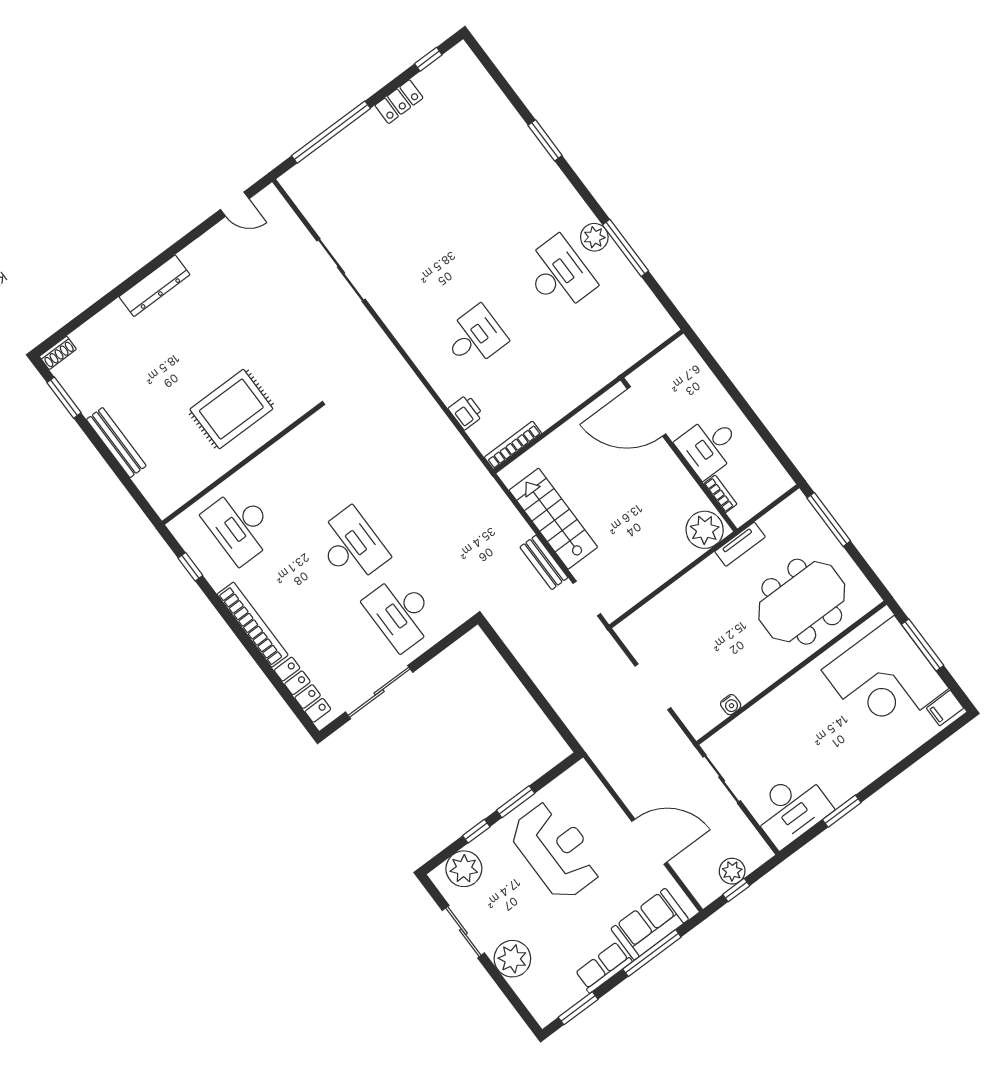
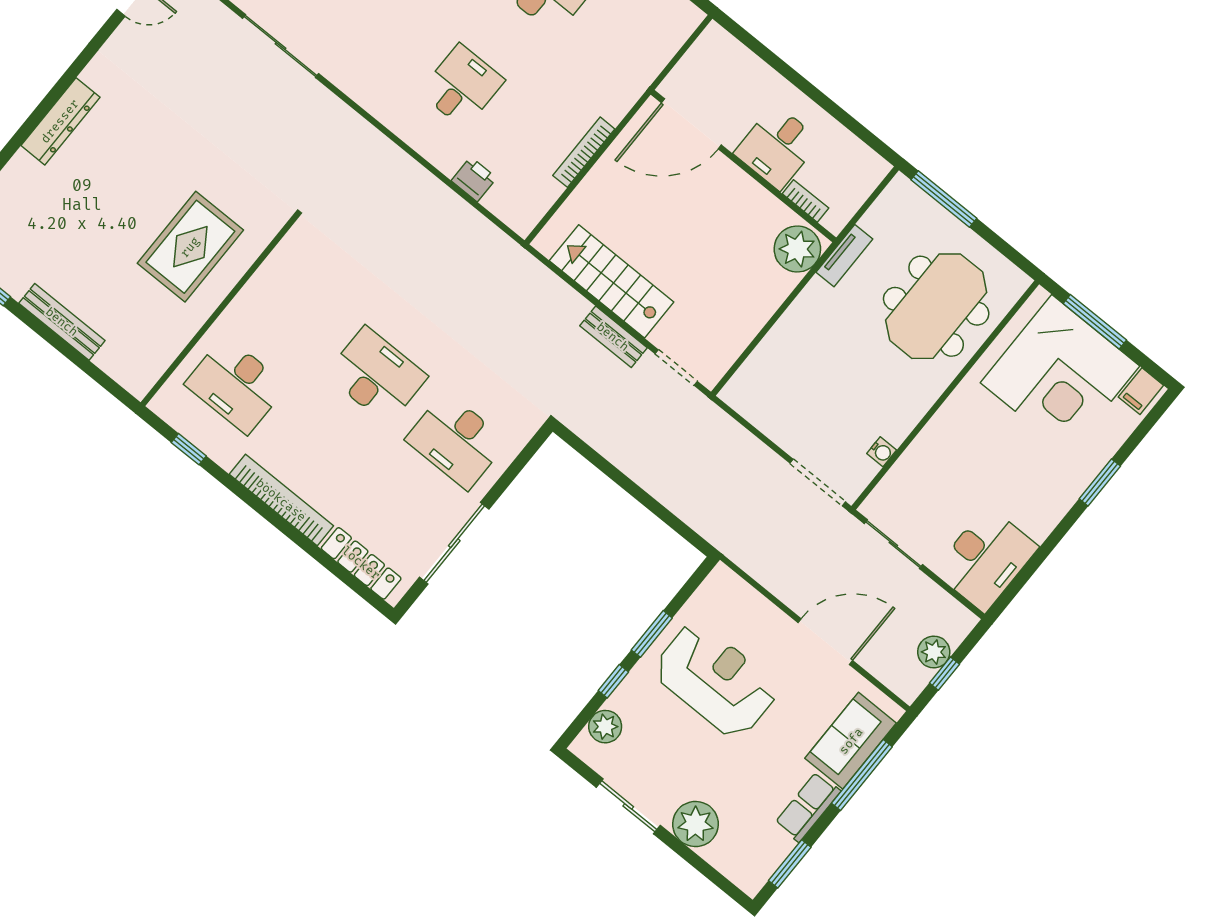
bookcase: (513, 445) -> (584, 152), moved
doorway: (653, 687) -> (818, 483), moved
window: (842, 811) -> (1100, 482), moved
plant: (464, 869) -> (605, 727), width x0.73, depth x0.73

